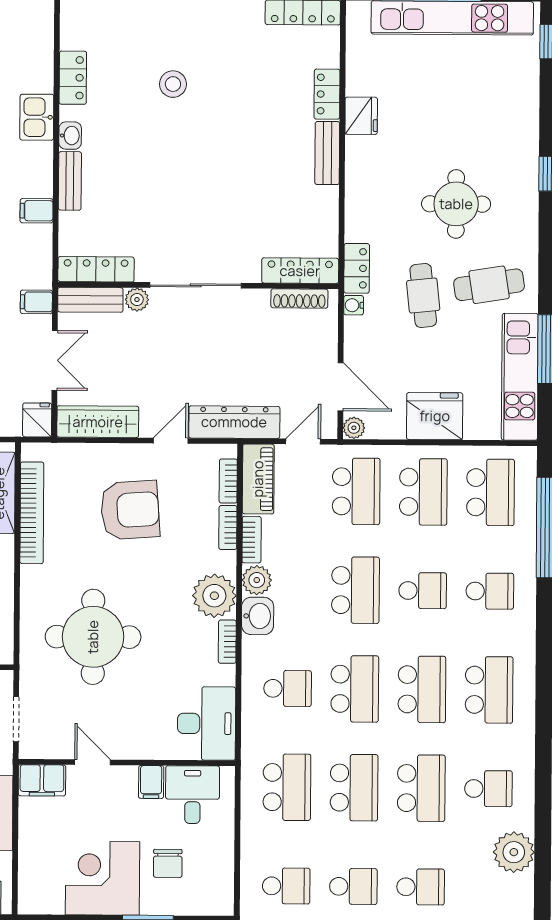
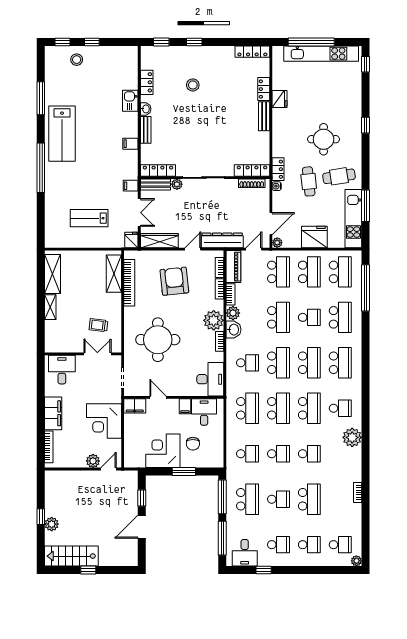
door: (340, 387) -> (271, 224), hinge flipped
armchair: (130, 510) -> (174, 281), turned -92
school desk: (490, 591) -> (340, 317), width x1.85

